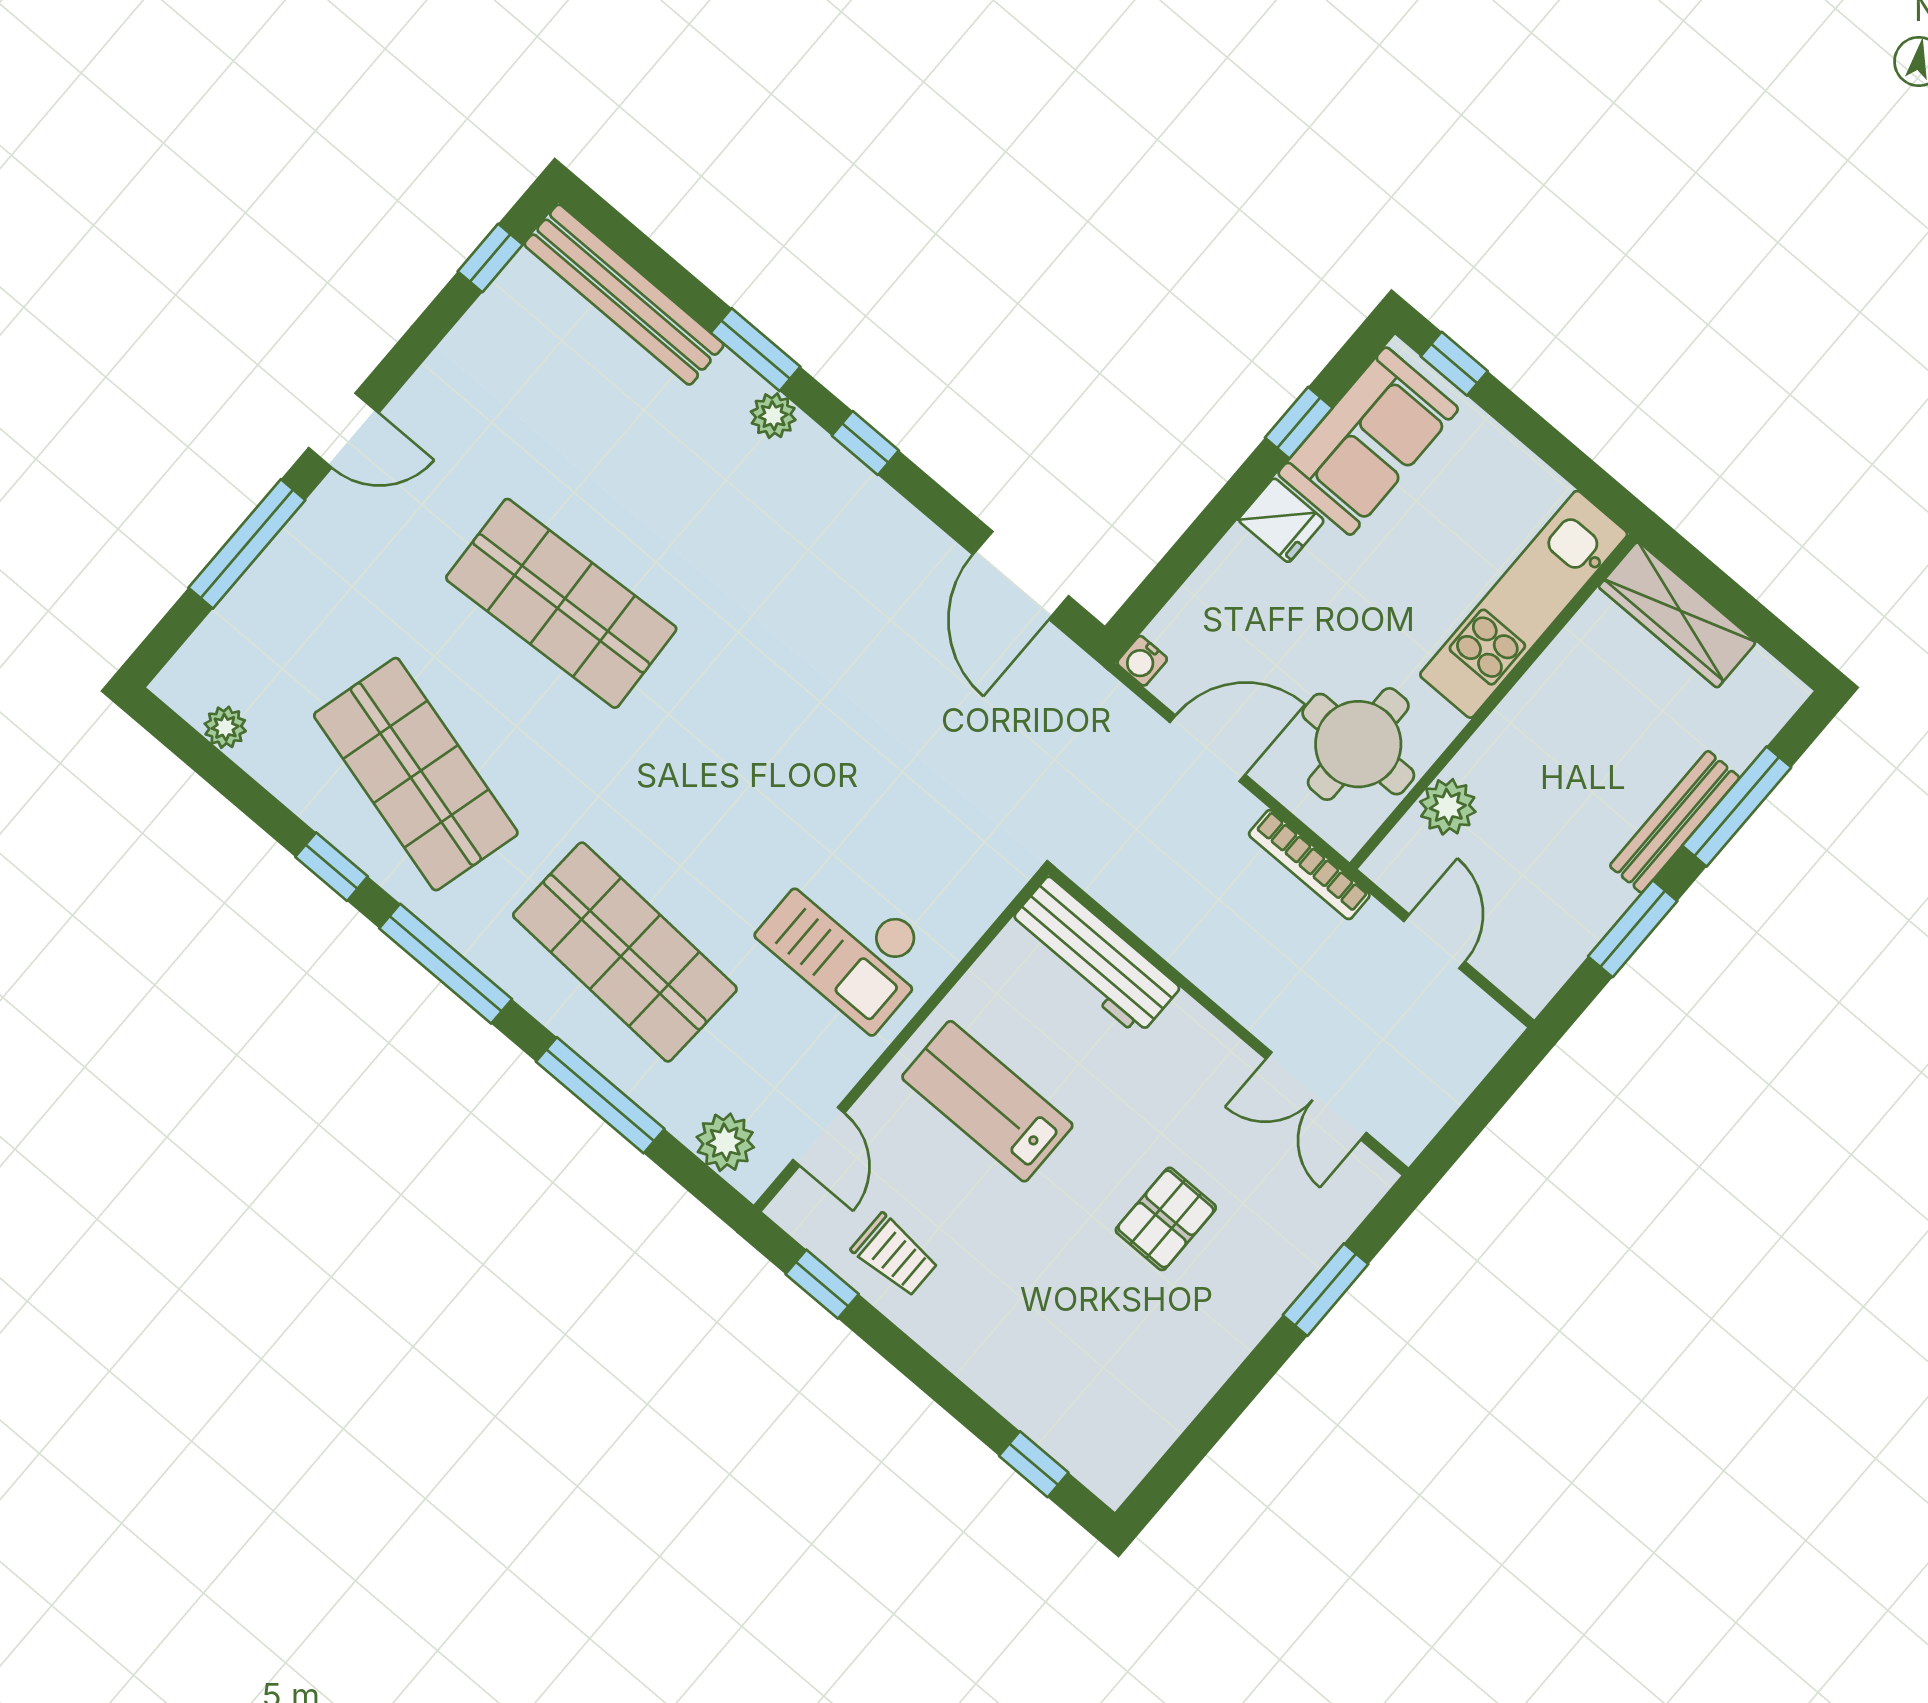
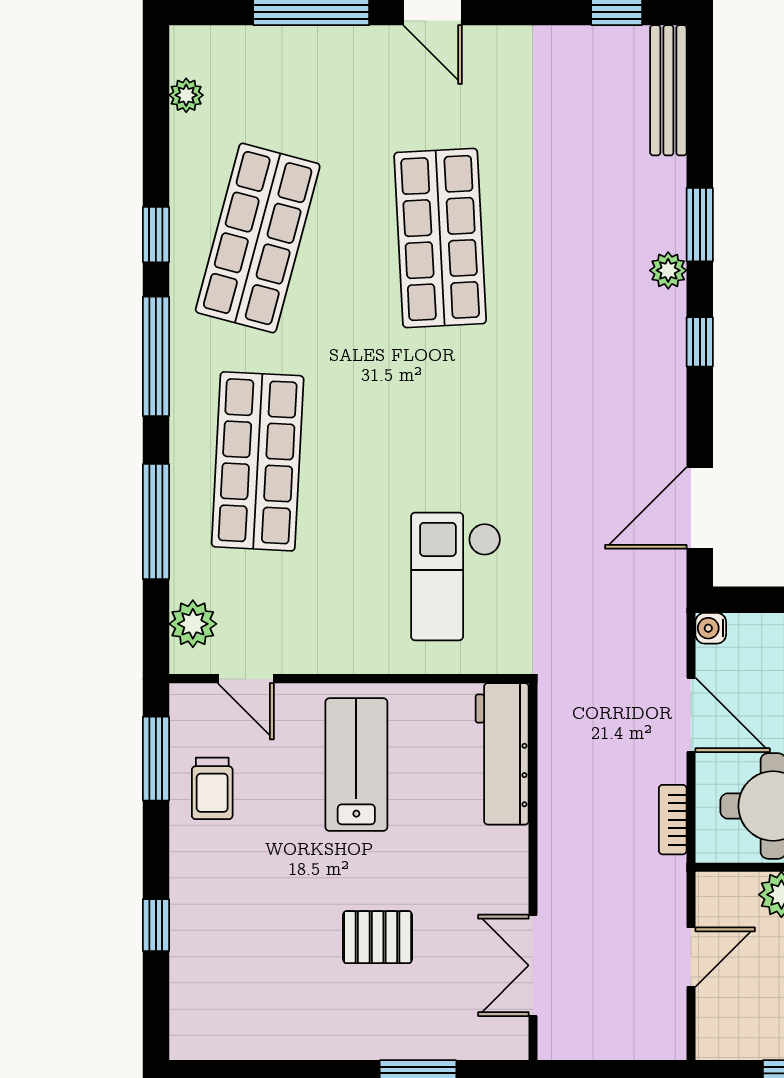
bench: (624, 295) -> (668, 90), width x0.73, depth x0.82
bookcase: (1309, 865) -> (673, 820), width x0.64
checkout: (848, 944) -> (456, 576), moved
door: (819, 1136) -> (246, 679), hinge flipped
window: (822, 1284) -> (156, 759), width x1.50
window: (1034, 1464) -> (156, 925), moved

